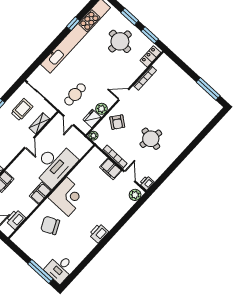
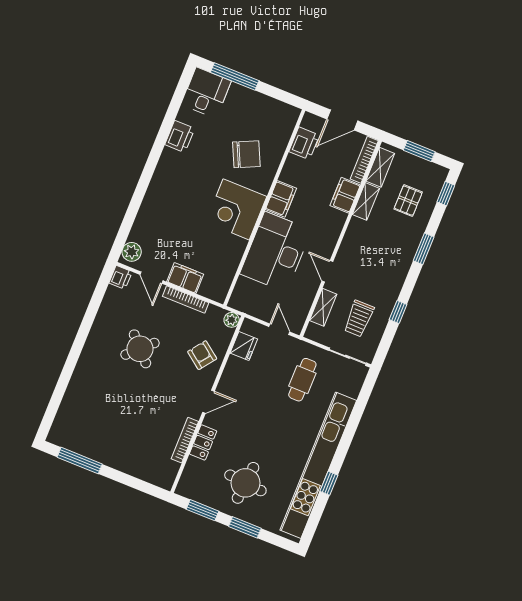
locker: (150, 56) -> (203, 442), moved
cafe table: (75, 94) -> (302, 380), moved
plant: (101, 109) -> (235, 367), removed
round table: (151, 139) -> (140, 349), turned 35
printer: (99, 233) -> (180, 137), moved

